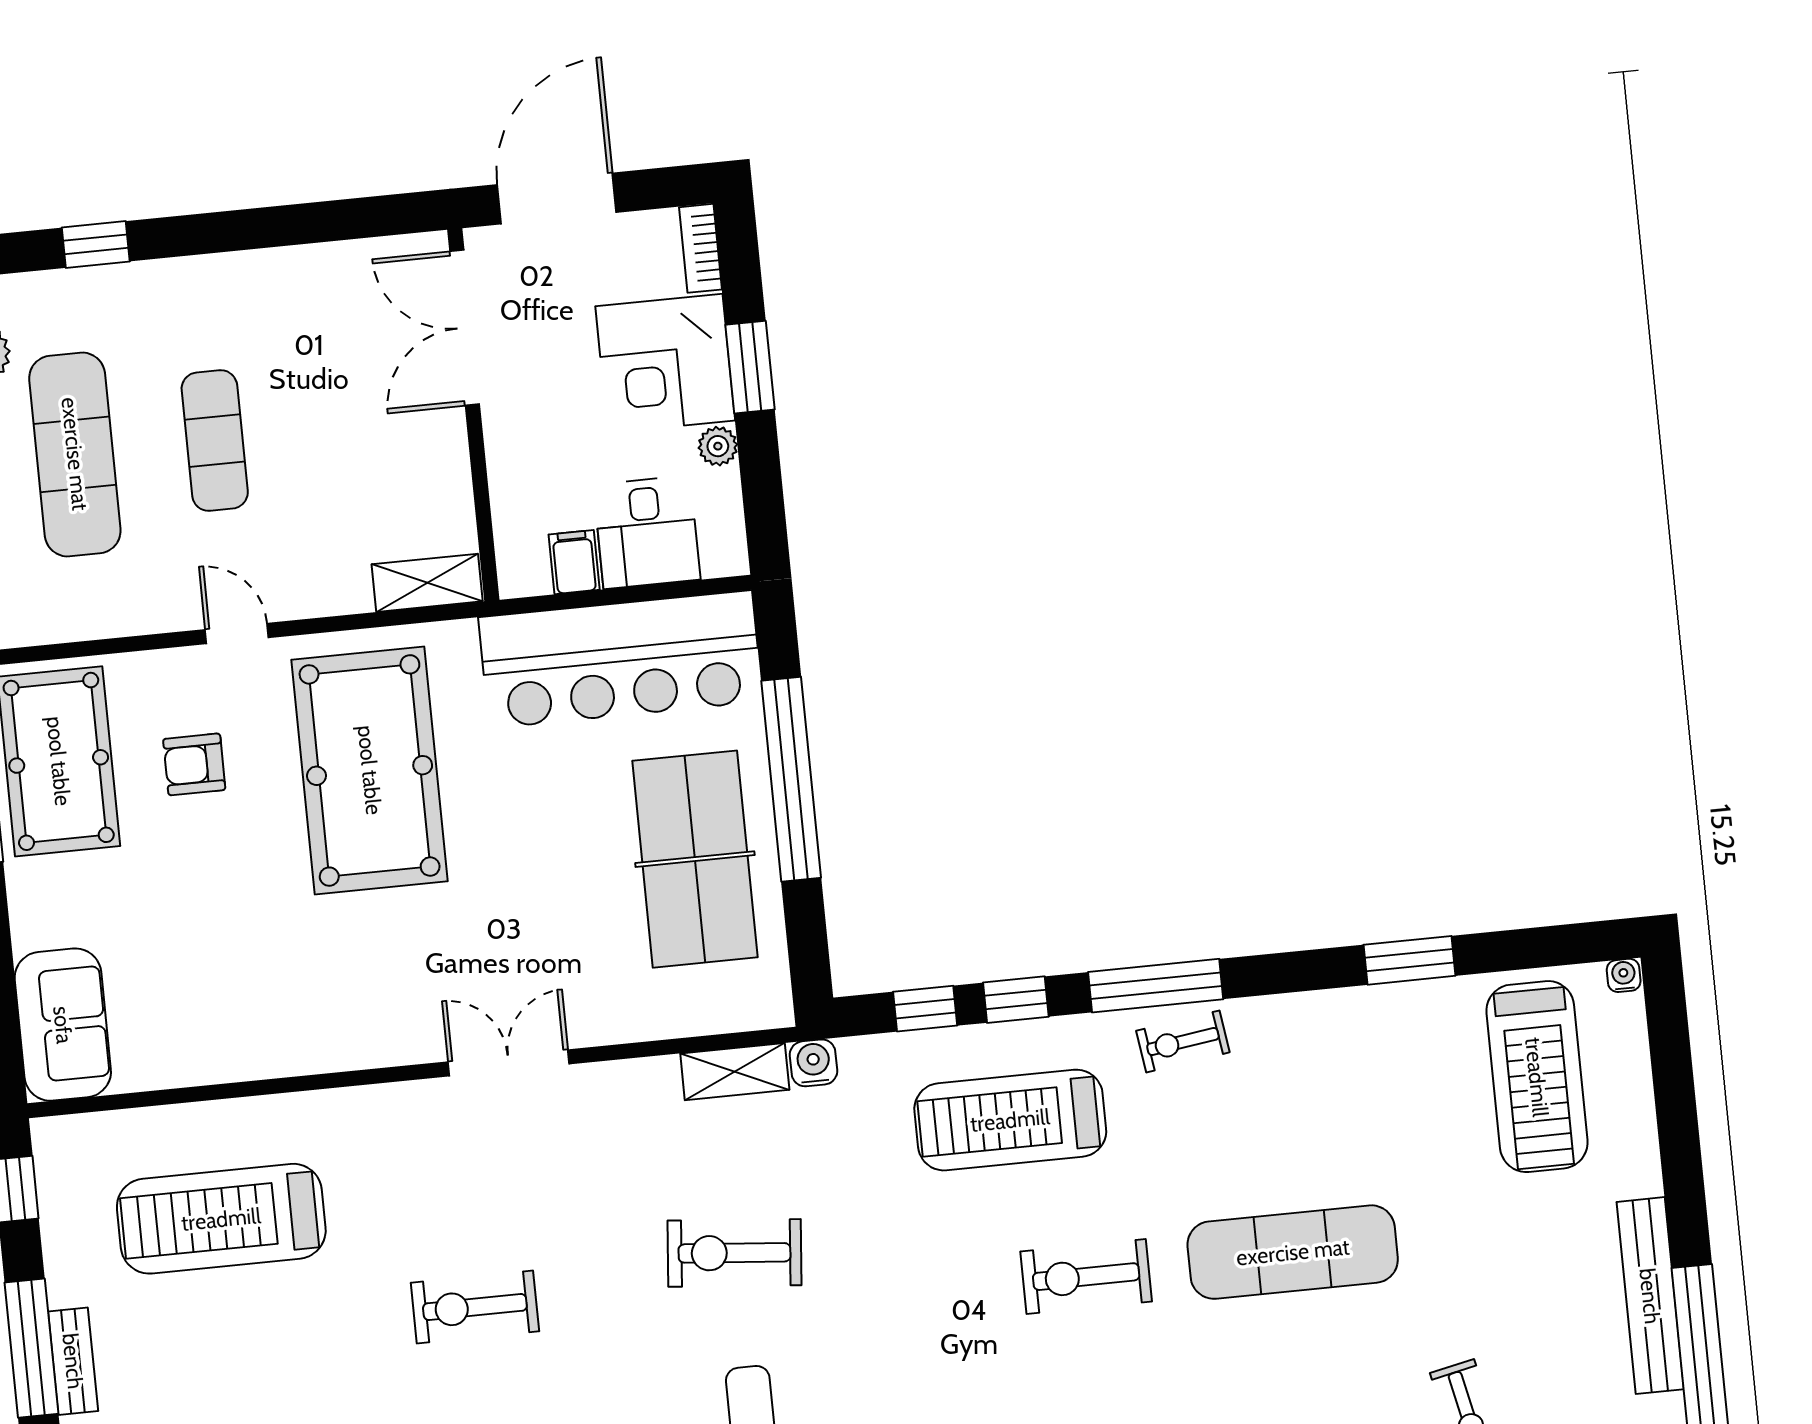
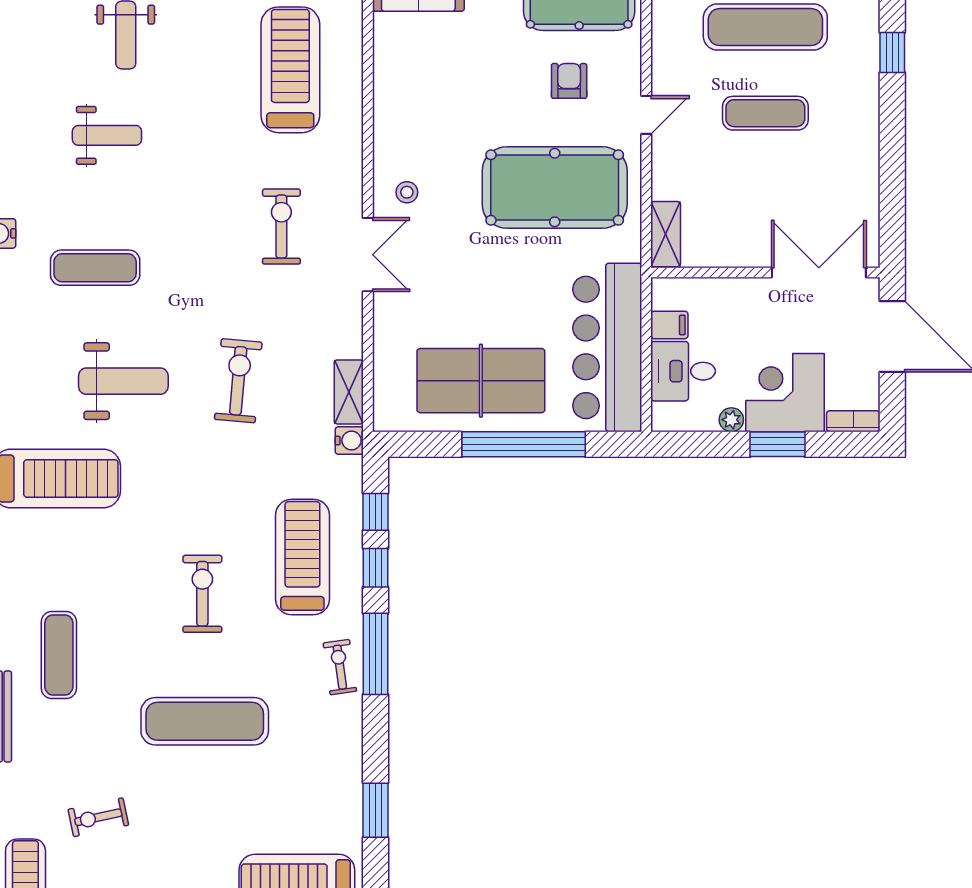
stool: (401, 1010) -> (407, 192), added
exercise mat: (1293, 1252) -> (205, 721), turned 90
exercise bike: (475, 1307) -> (281, 227), moved

